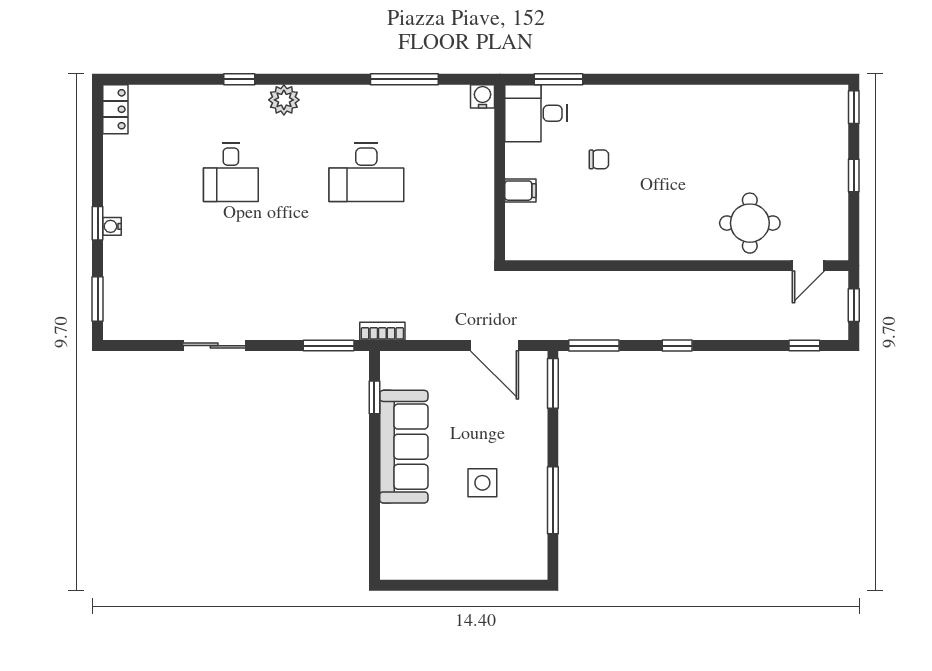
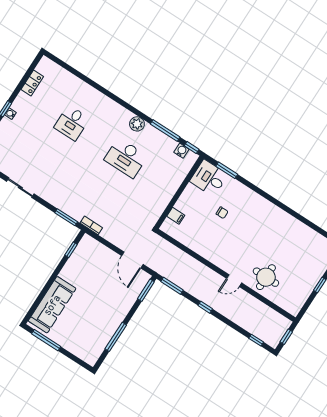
window: (239, 79) -> (192, 148), moved
water cooler: (483, 96) -> (181, 151), moved
plant: (284, 100) -> (137, 124), moved
locker: (115, 109) -> (32, 83), moved
filing cabinet: (520, 191) -> (176, 216), moved
door: (808, 266) -> (234, 281), moved
sofa: (404, 447) -> (52, 305), moved
side table: (482, 483) -> (92, 312), removed
window: (434, 585) -> (46, 340), added

